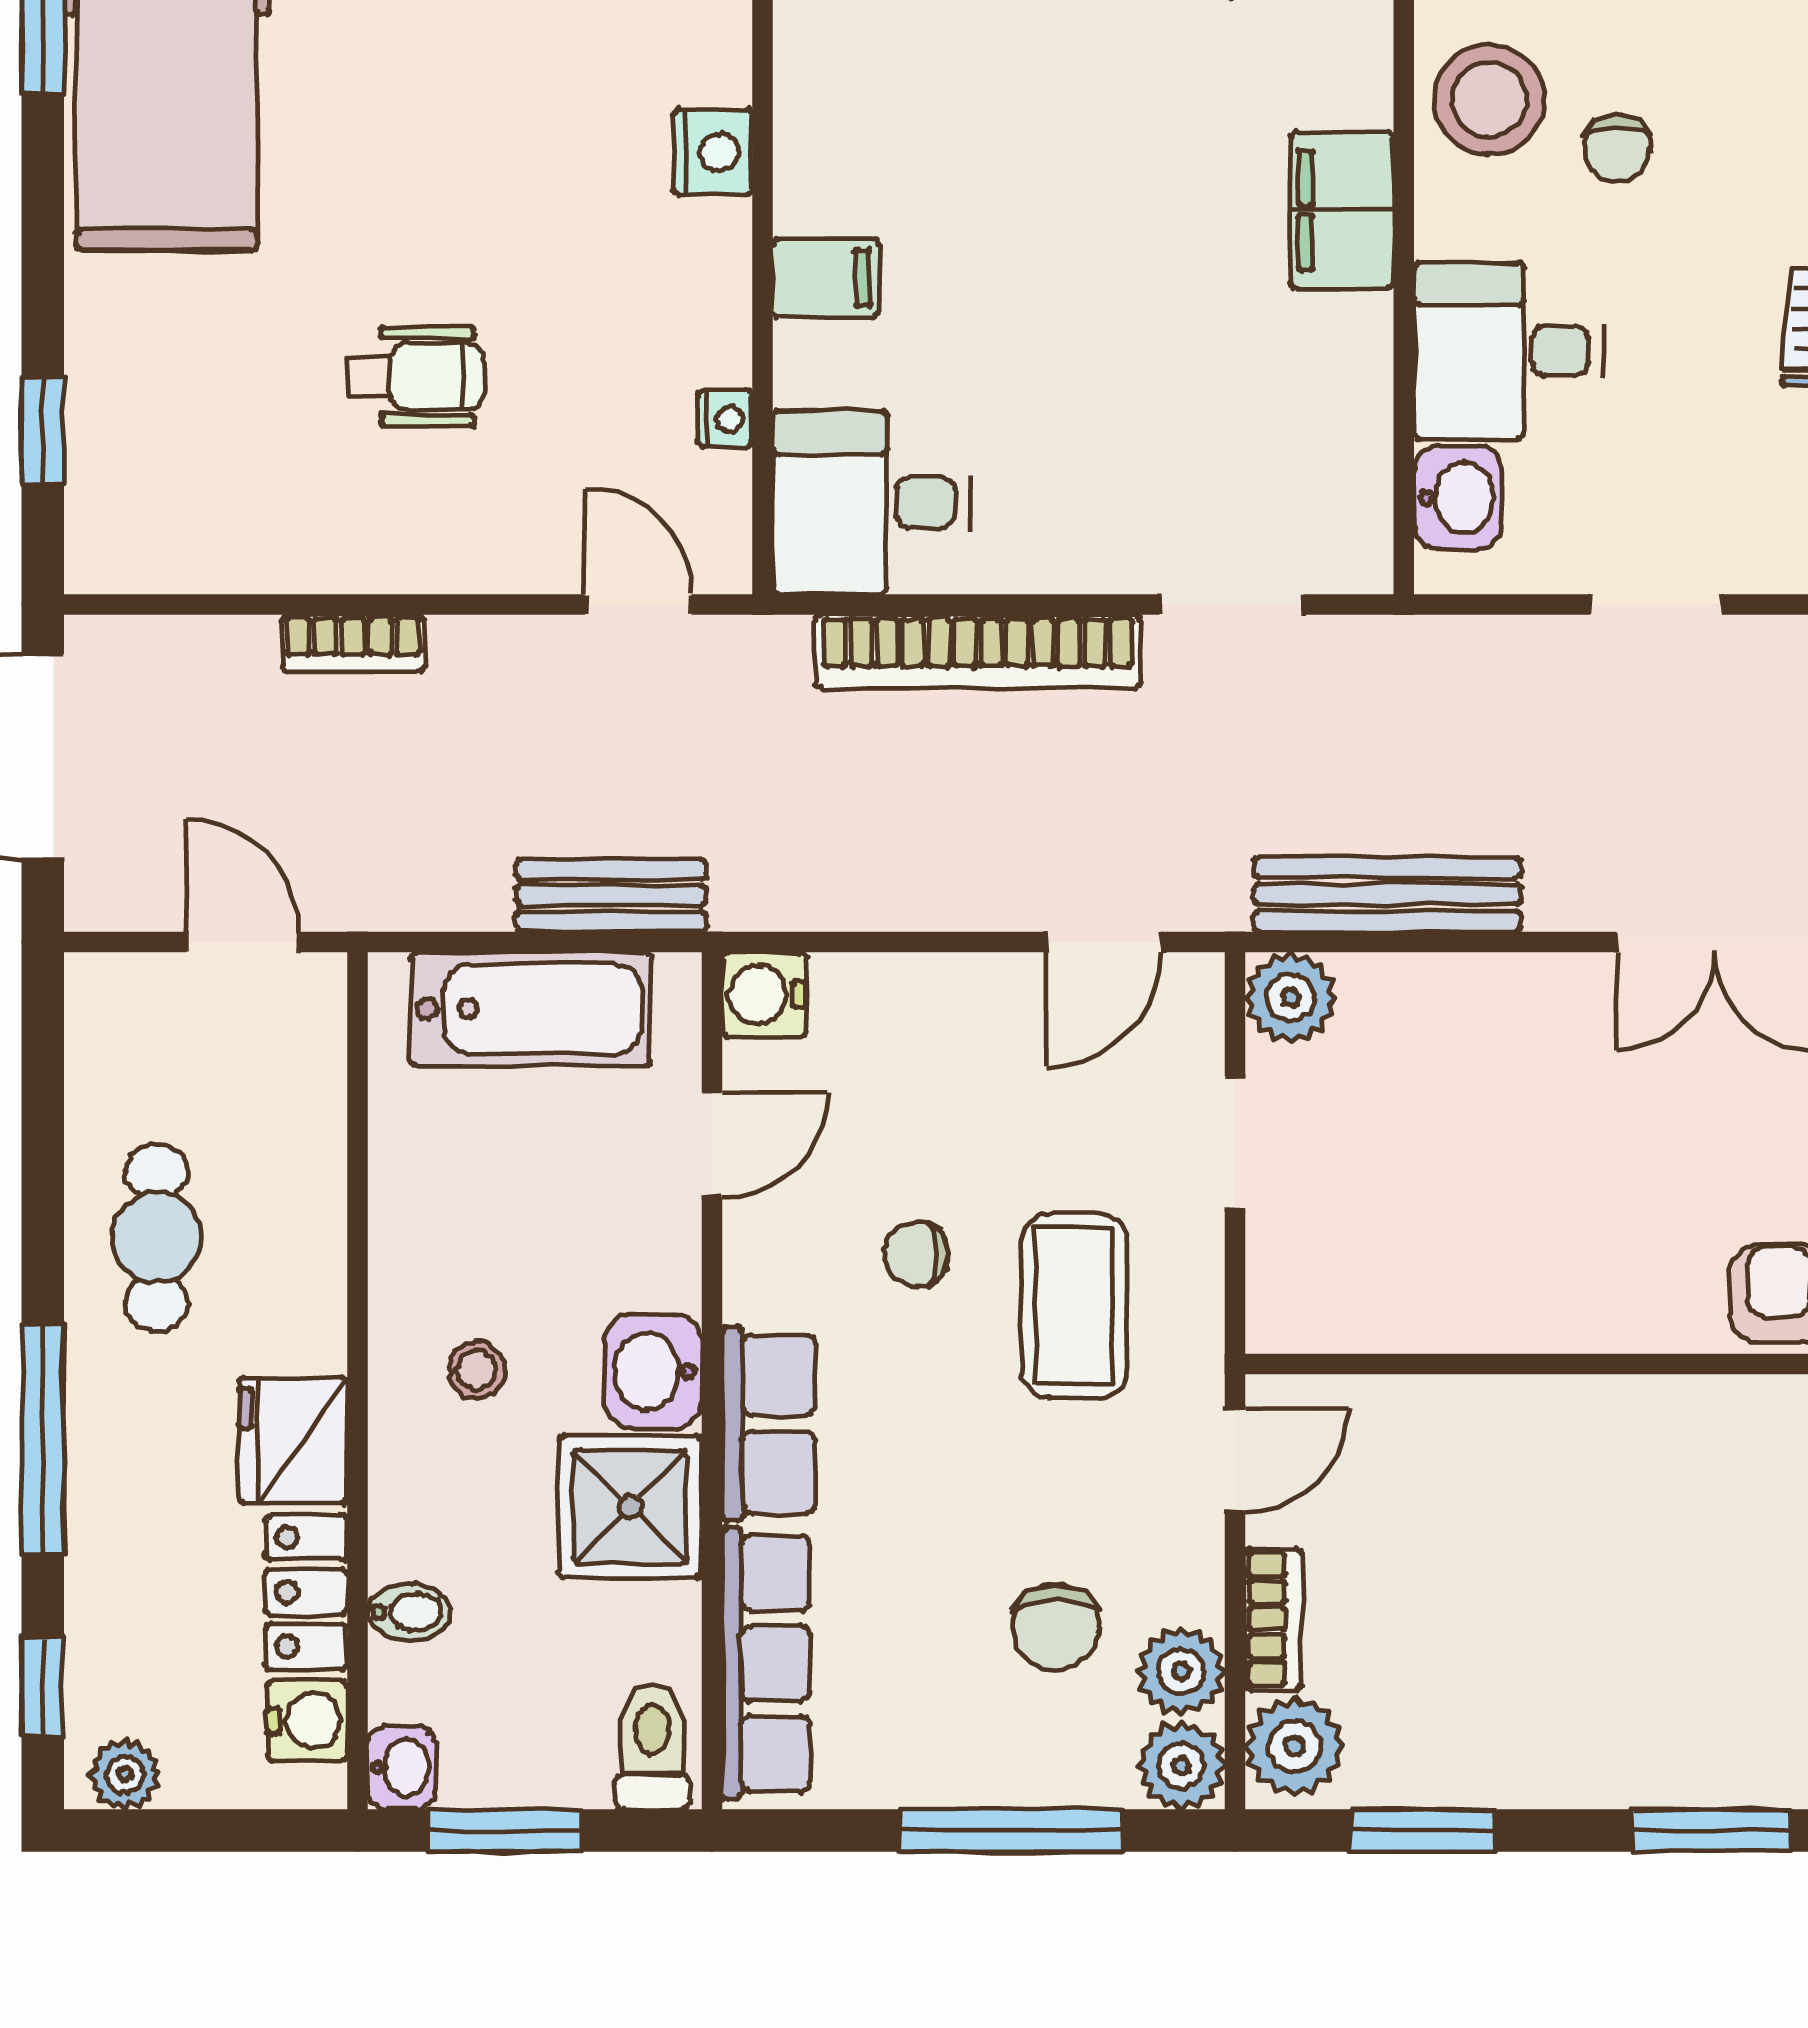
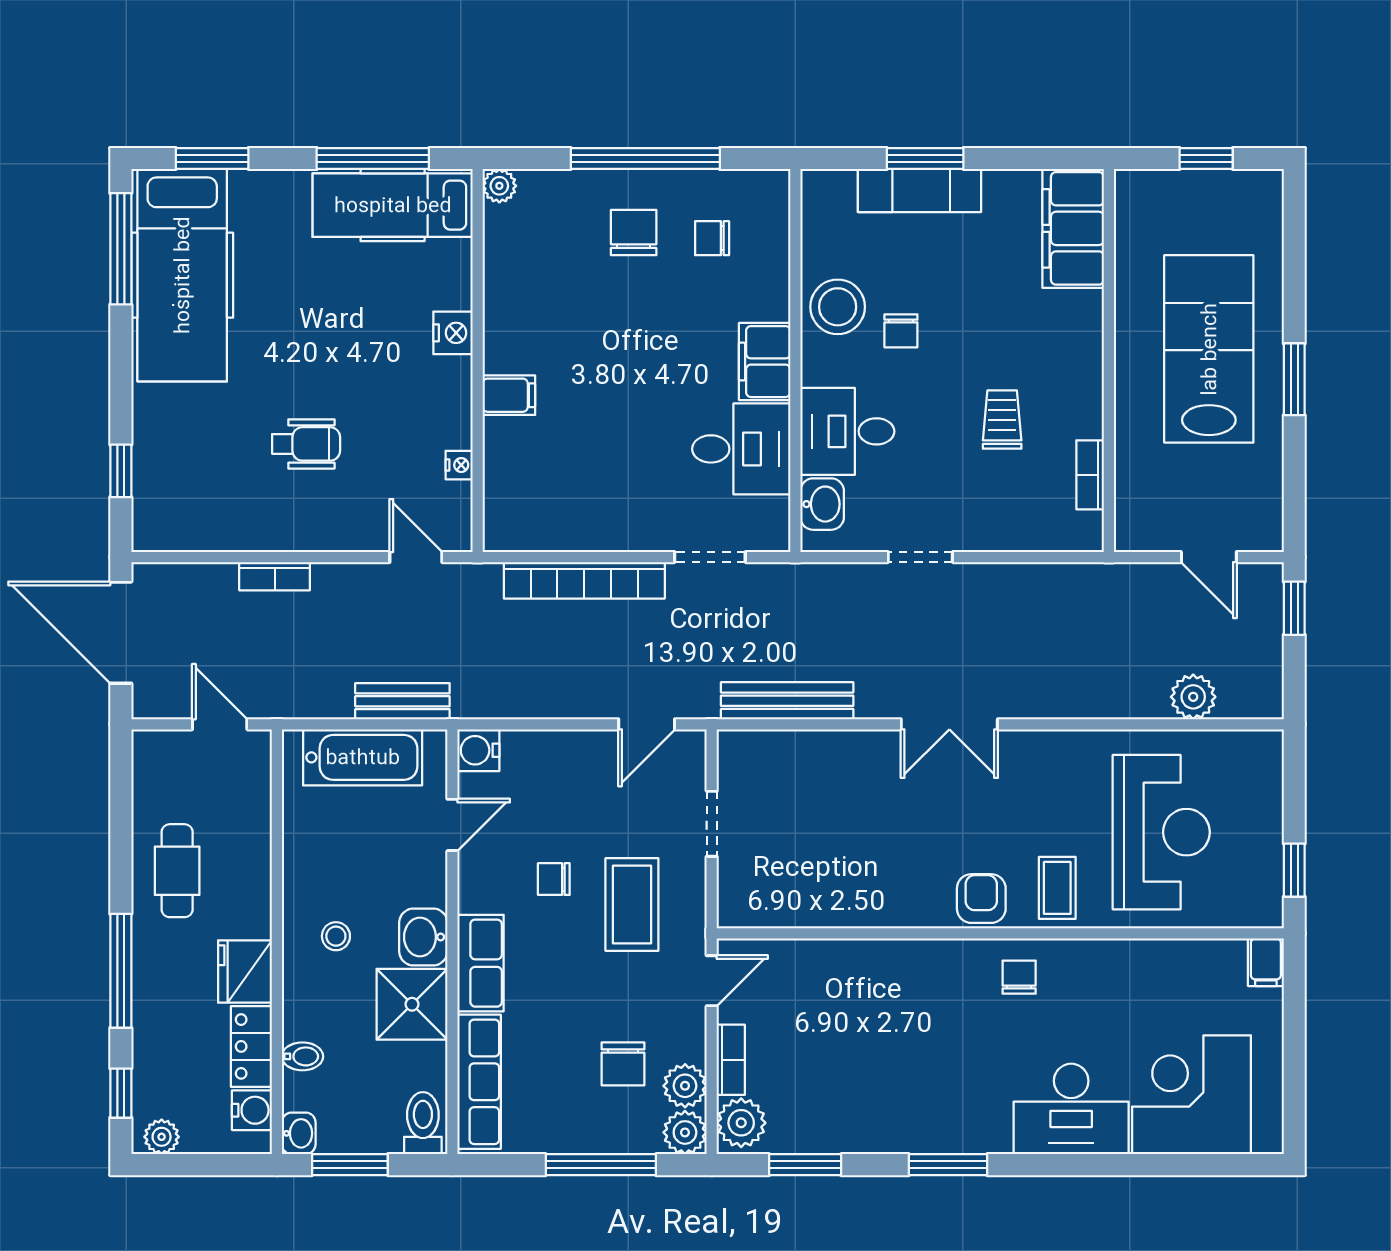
desk: (872, 503) -> (741, 449), moved, turned 180
plant: (1291, 998) -> (739, 752), removed

